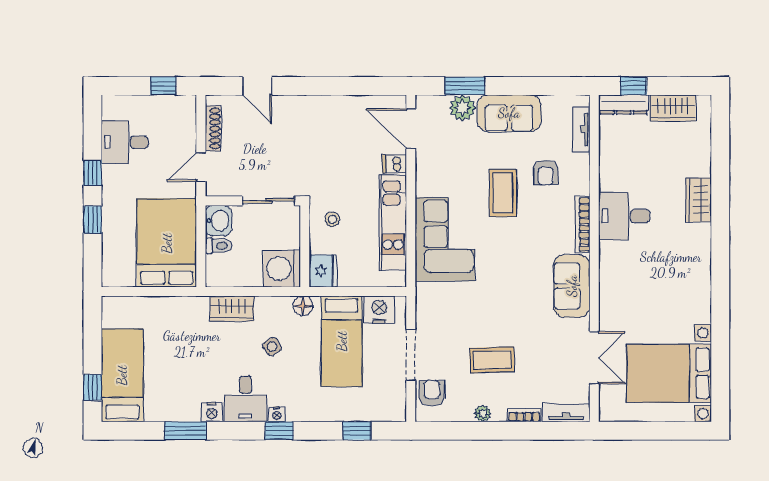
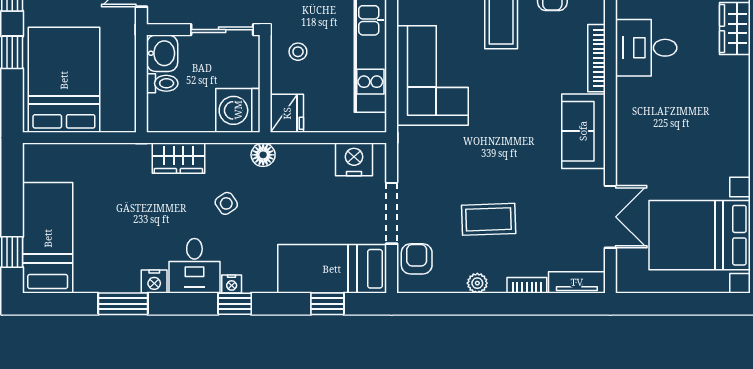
bed: (167, 243) -> (64, 80), moved
bed: (342, 341) -> (332, 269), moved, turned 90

